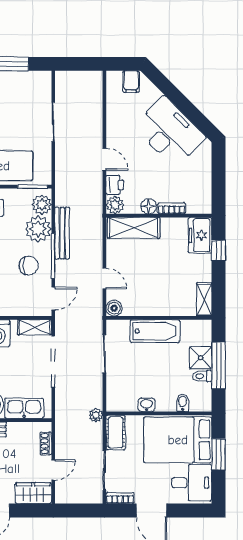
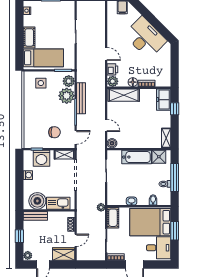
chair: (29, 265) -> (54, 132), moved
shower: (201, 358) -> (159, 157), moved

